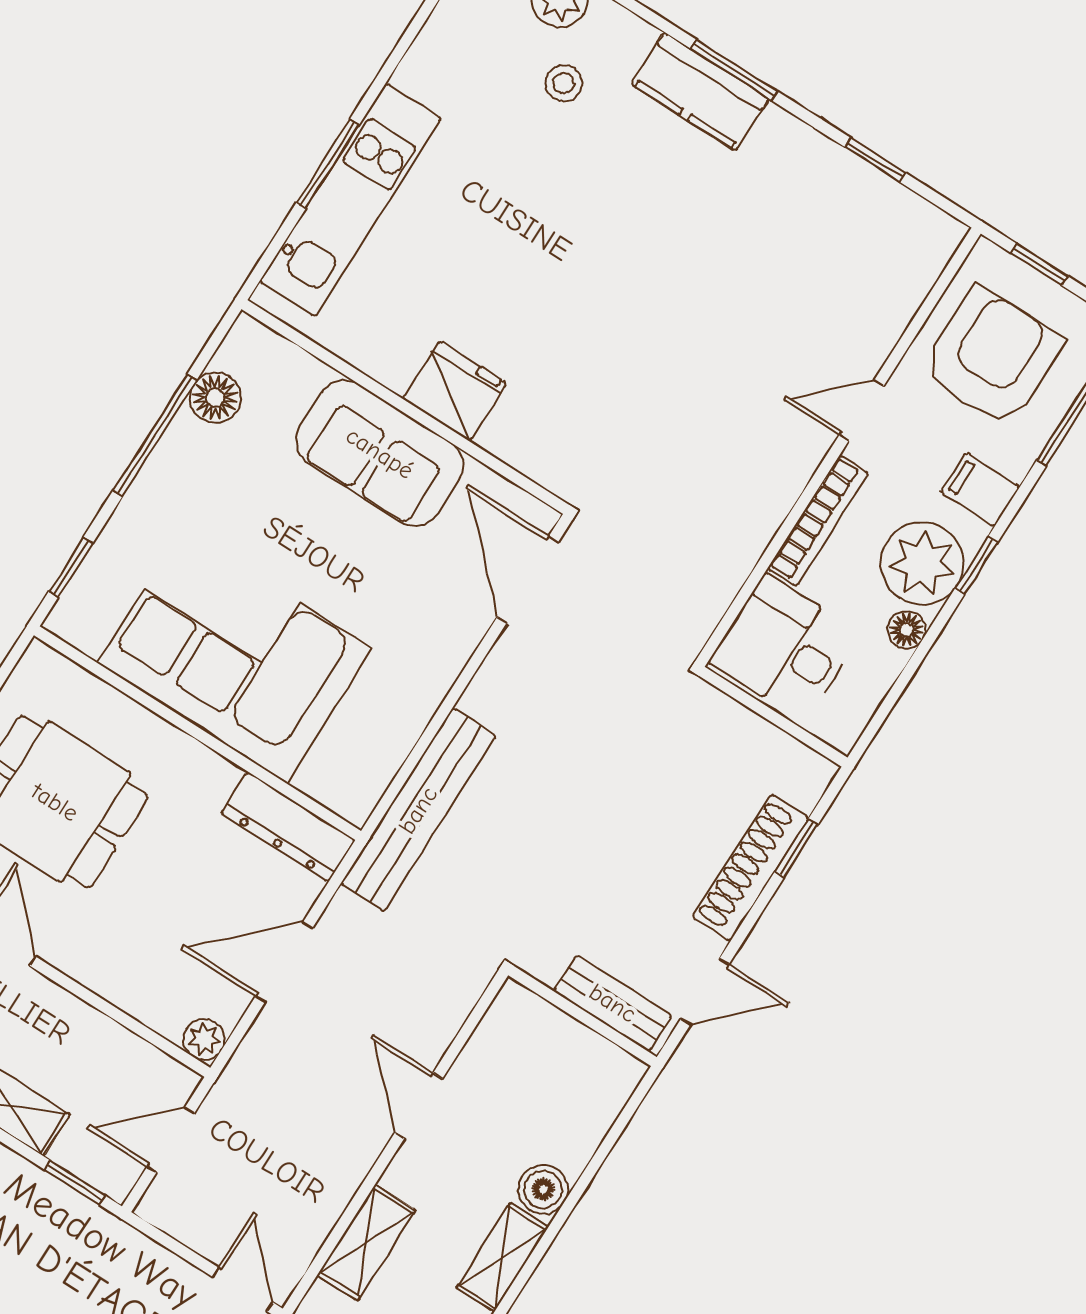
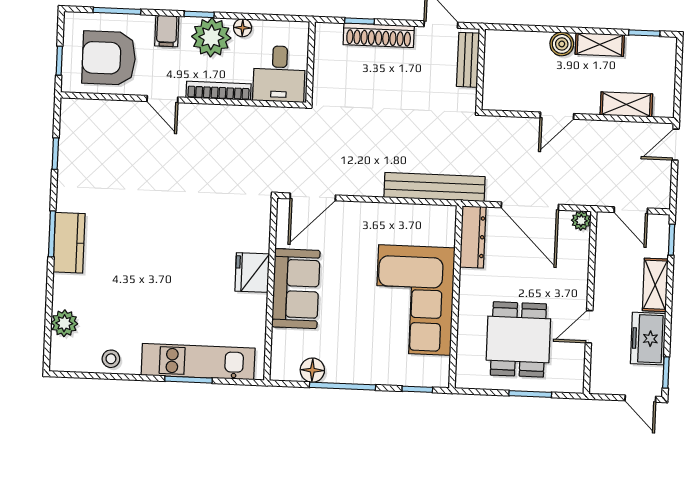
stool: (564, 83) -> (111, 359), moved
door: (284, 962) -> (530, 206), width x1.36

